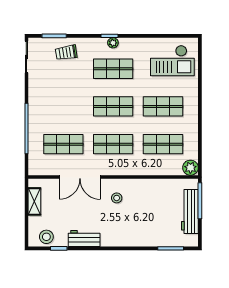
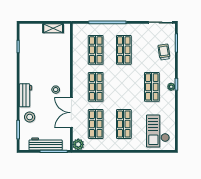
shop shelf: (113, 106) -> (124, 50), moved
double door: (80, 177) -> (71, 113), moved
stool: (46, 237) -> (30, 117), moved
workbench: (84, 239) -> (25, 95), moved

